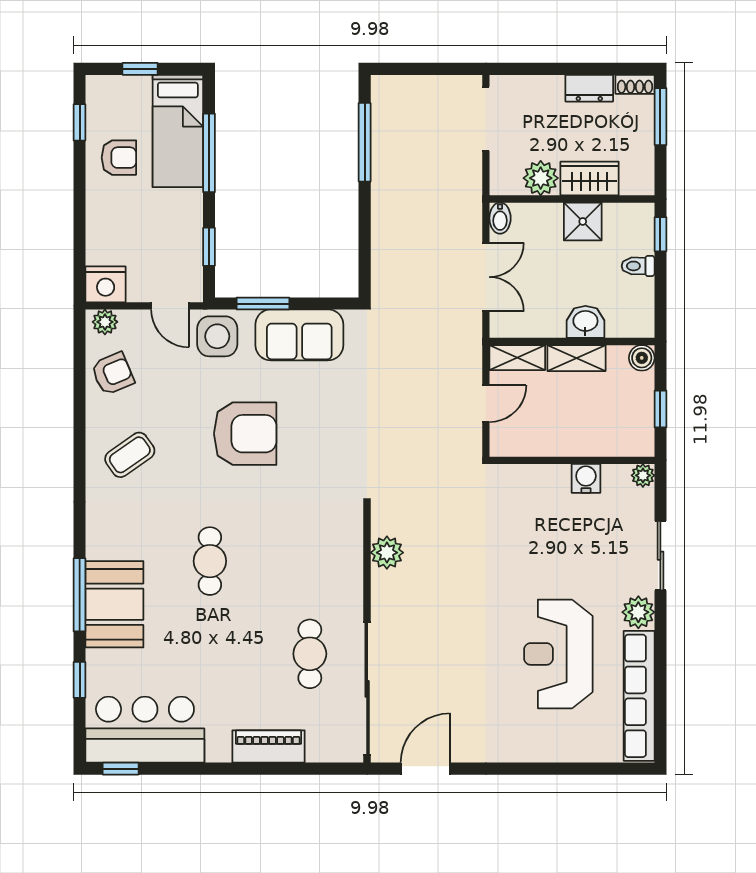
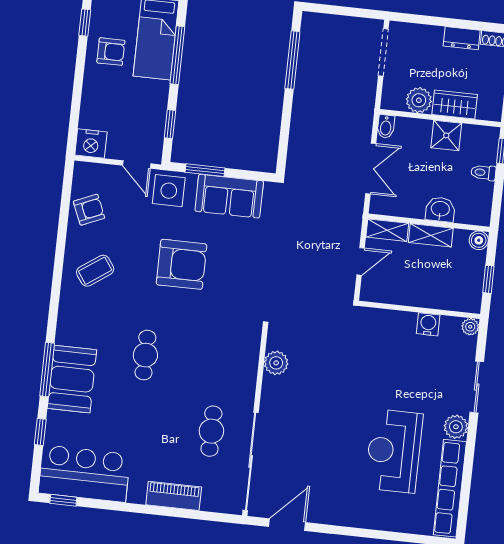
plant: (105, 322) -> (87, 171), removed

